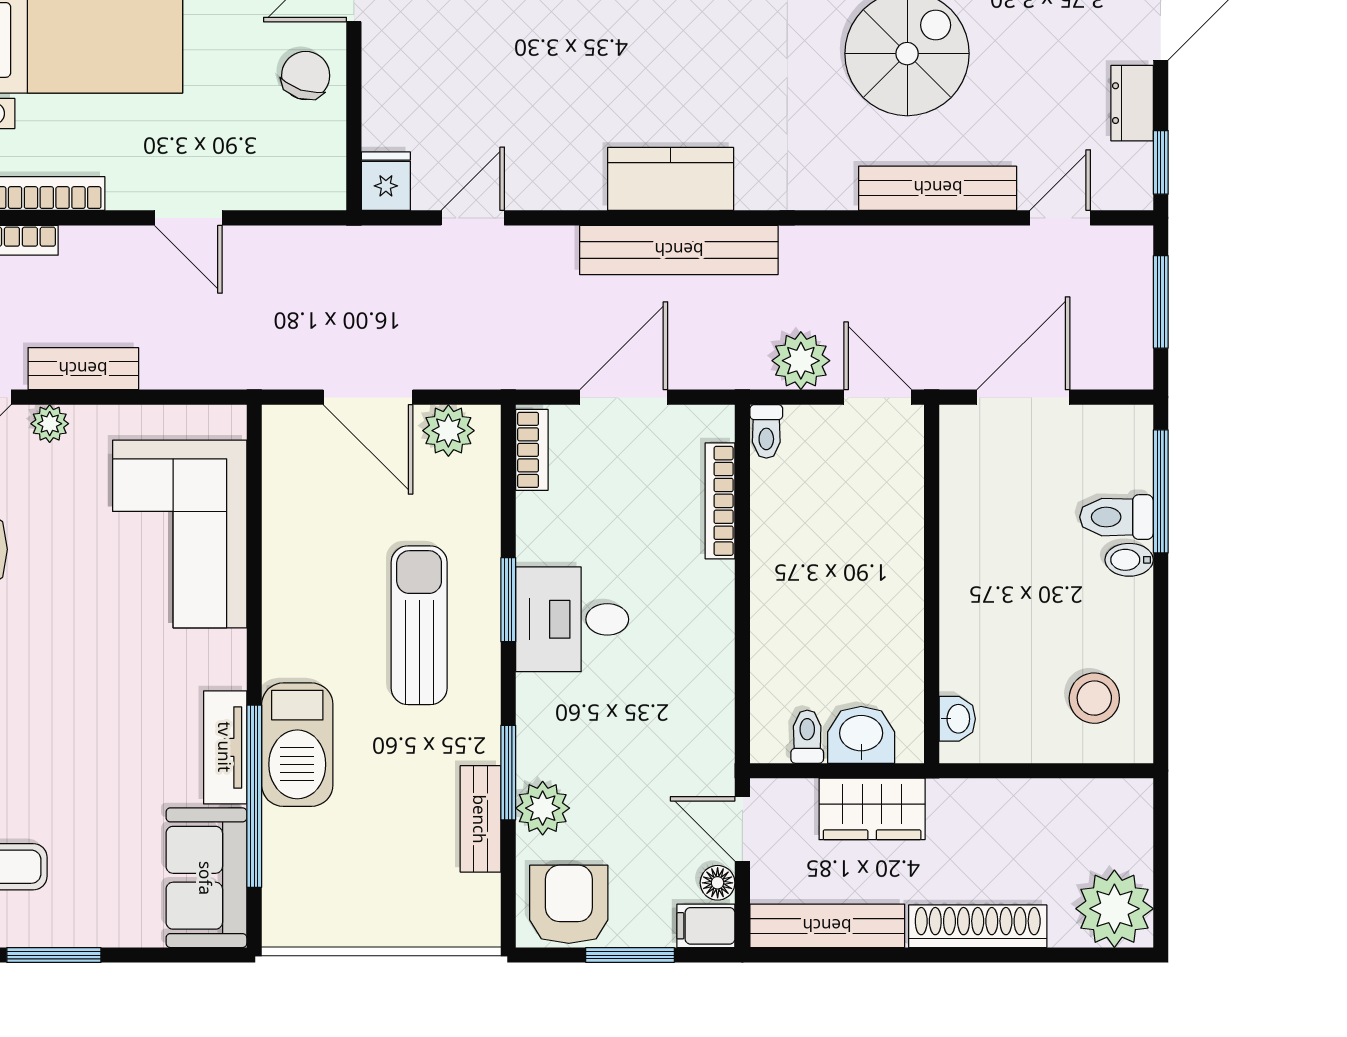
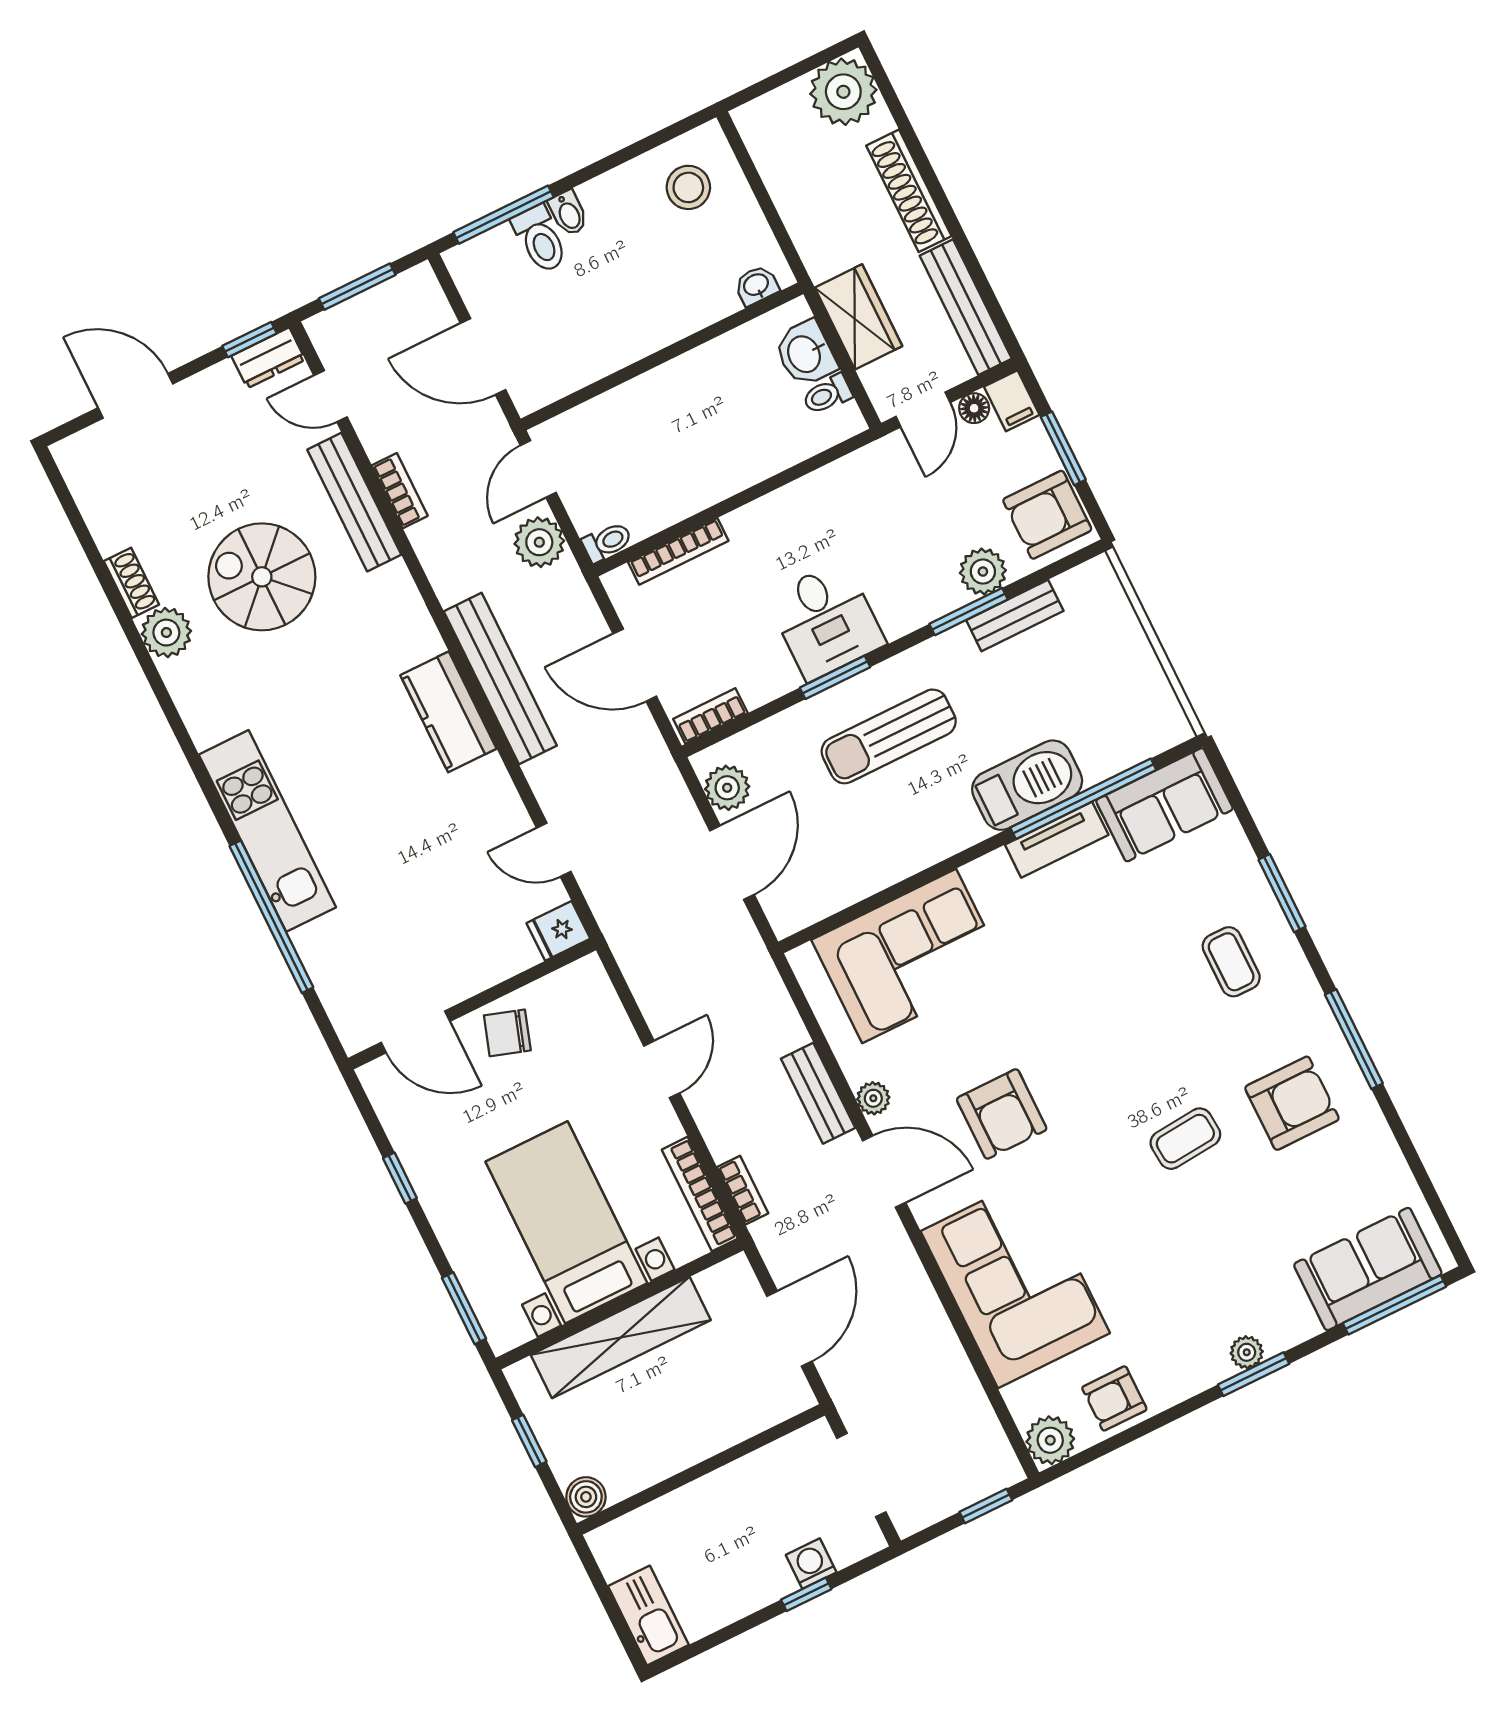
dresser: (1132, 103) -> (268, 358), moved
bookcase: (926, 242) -> (400, 491), added

